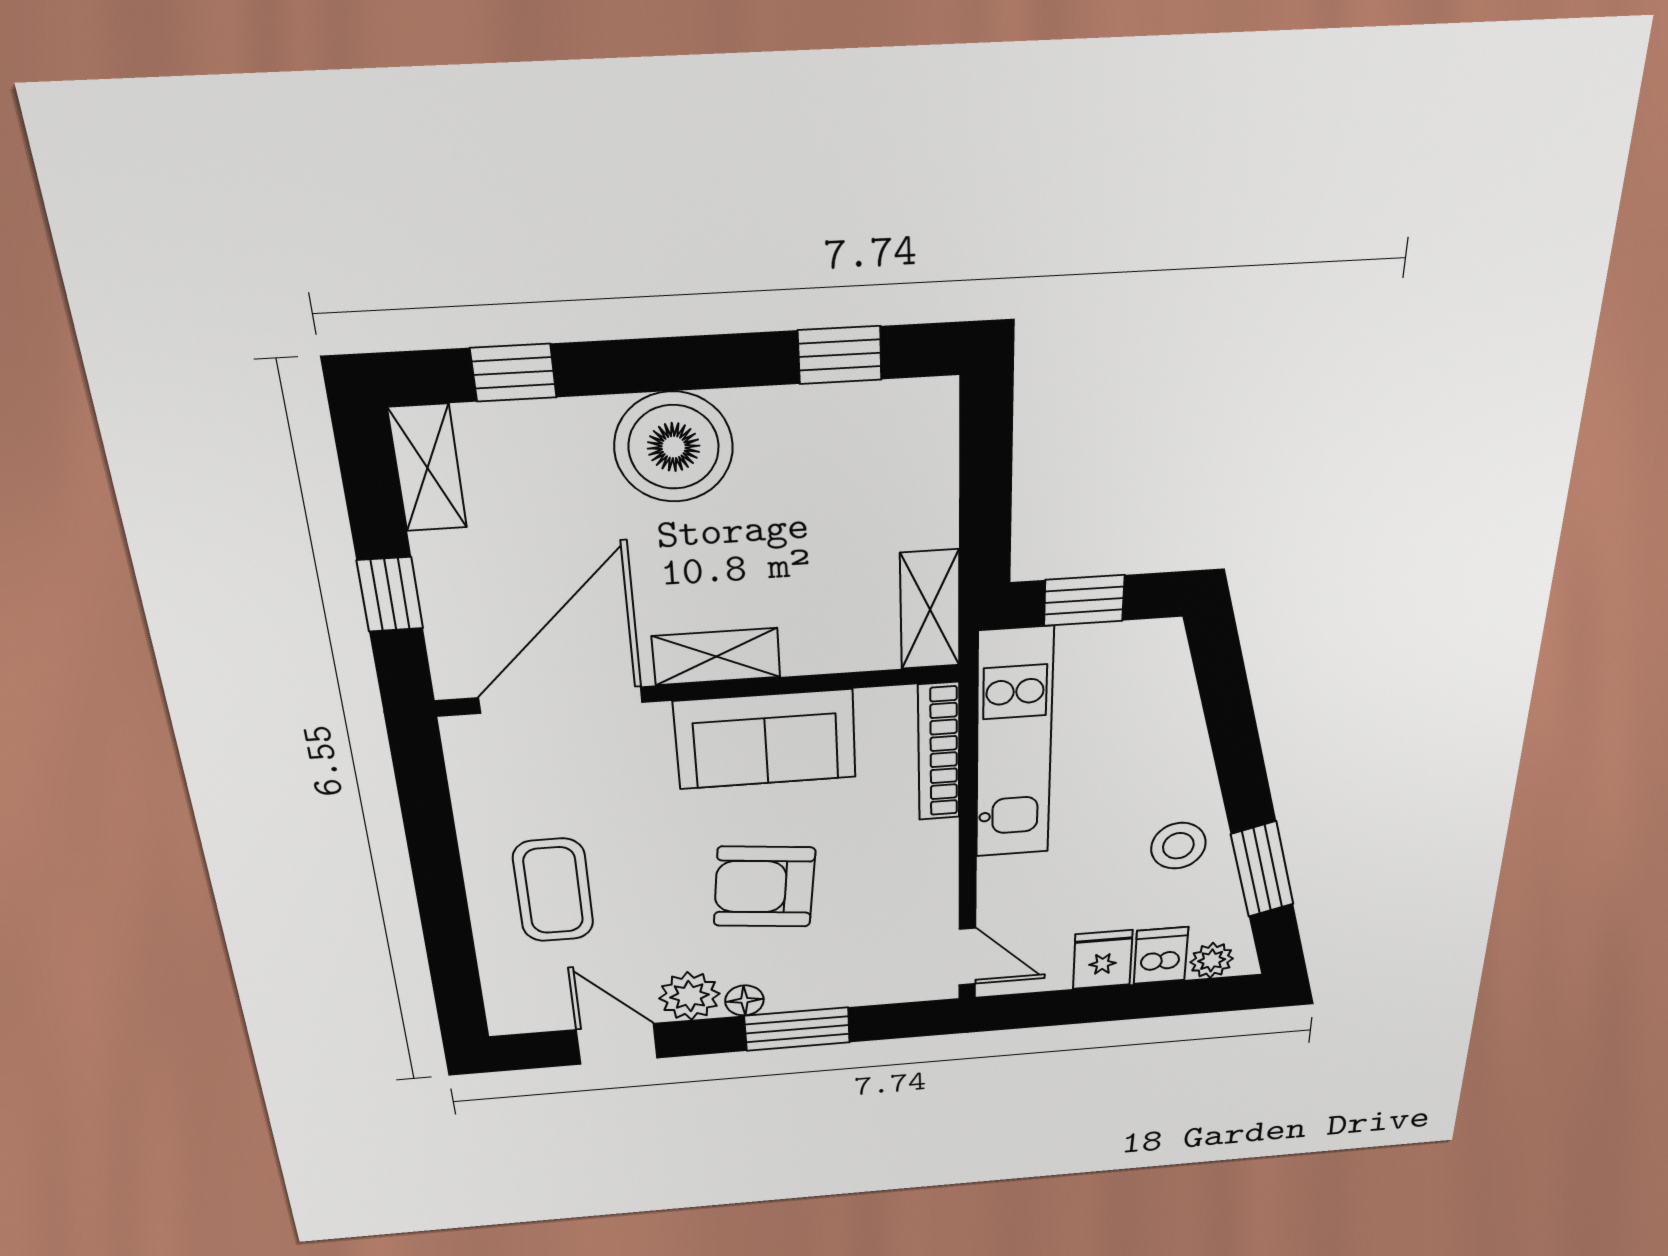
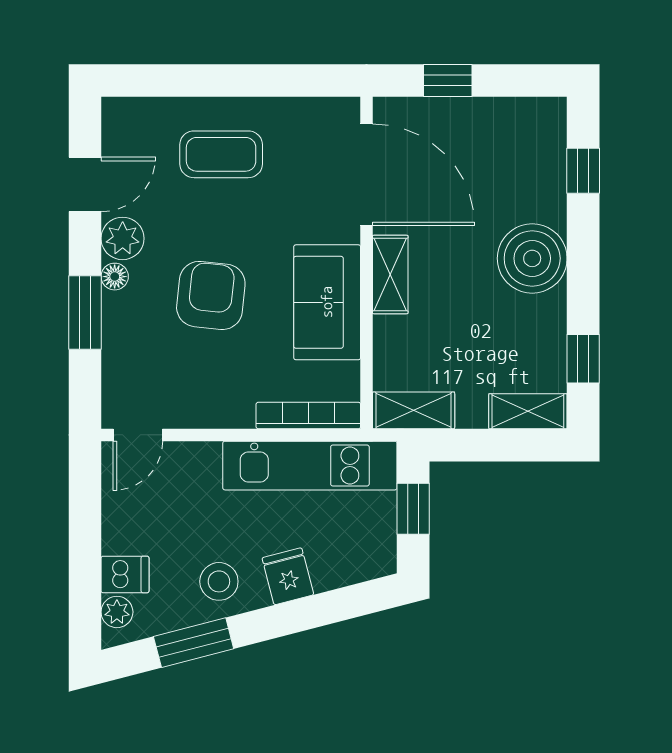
shelving: (428, 468) -> (528, 411), moved
fridge: (1103, 959) -> (288, 576), moved, turned -105

